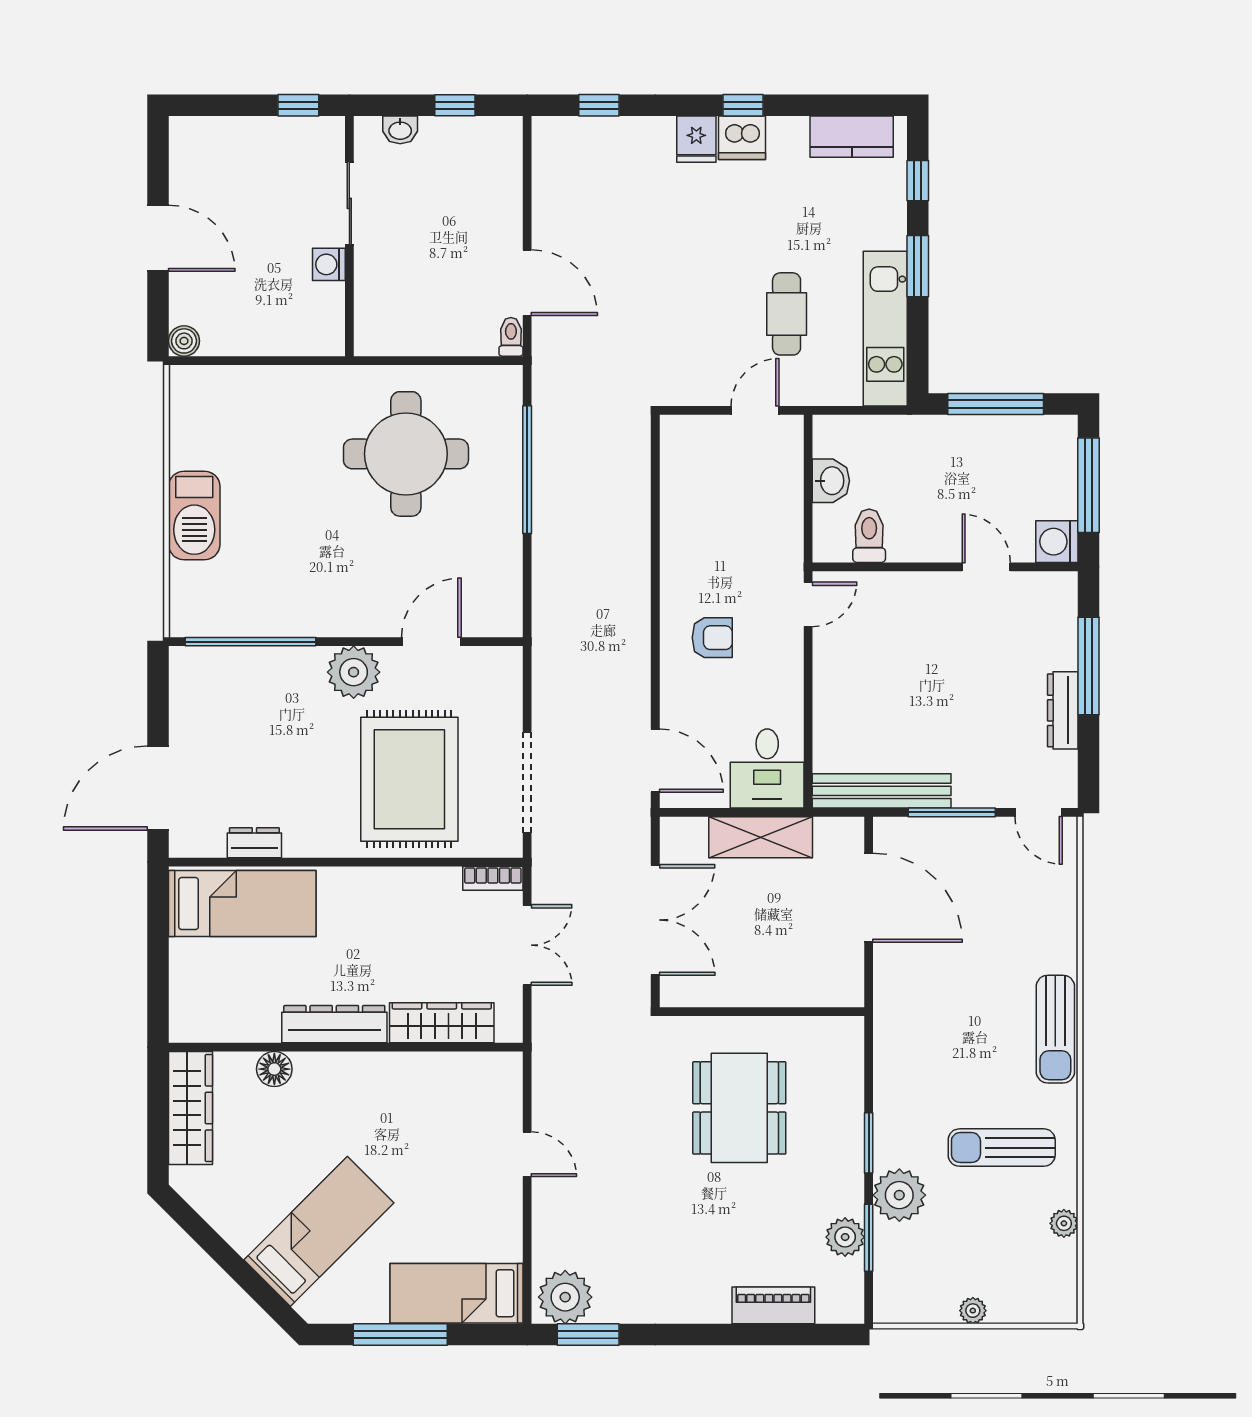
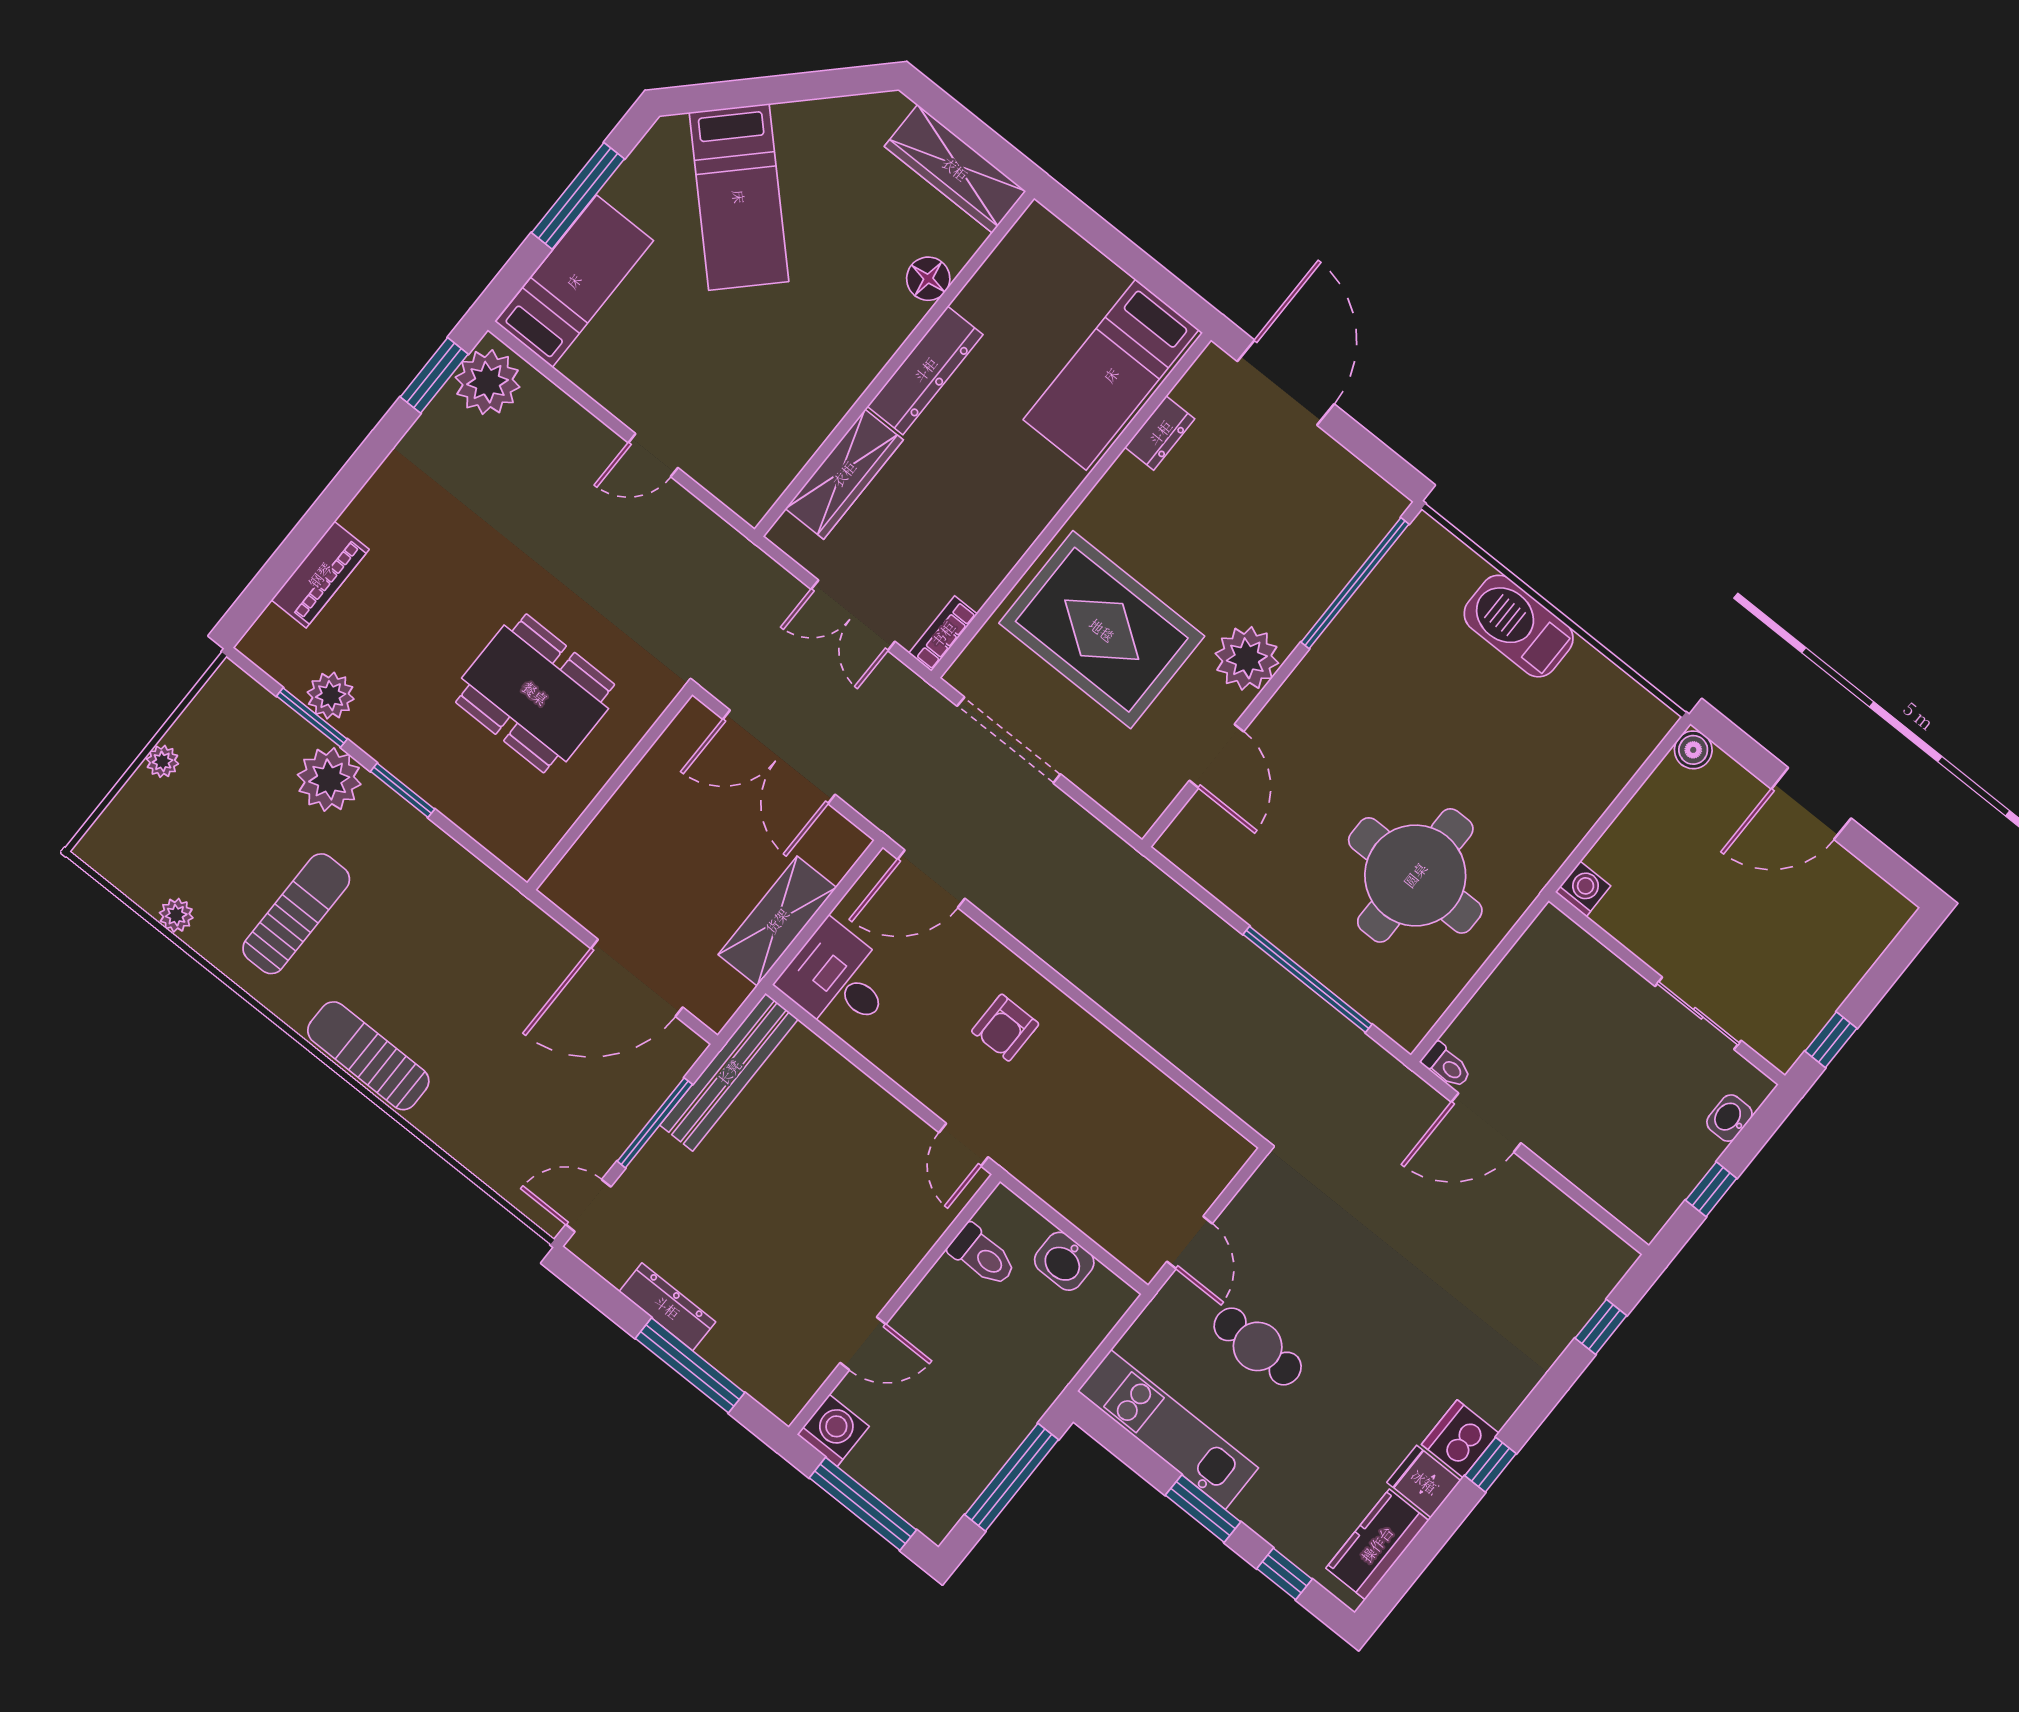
fridge: (696, 139) -> (1424, 1481), moved
washing machine: (329, 264) -> (1583, 889), moved

